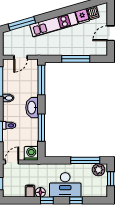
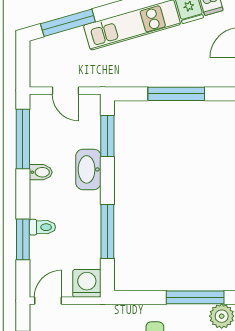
door: (21, 57) -> (65, 91), hinge flipped
window: (41, 80) -> (107, 136), width x0.69
washbasin: (32, 108) -> (88, 169), moved

